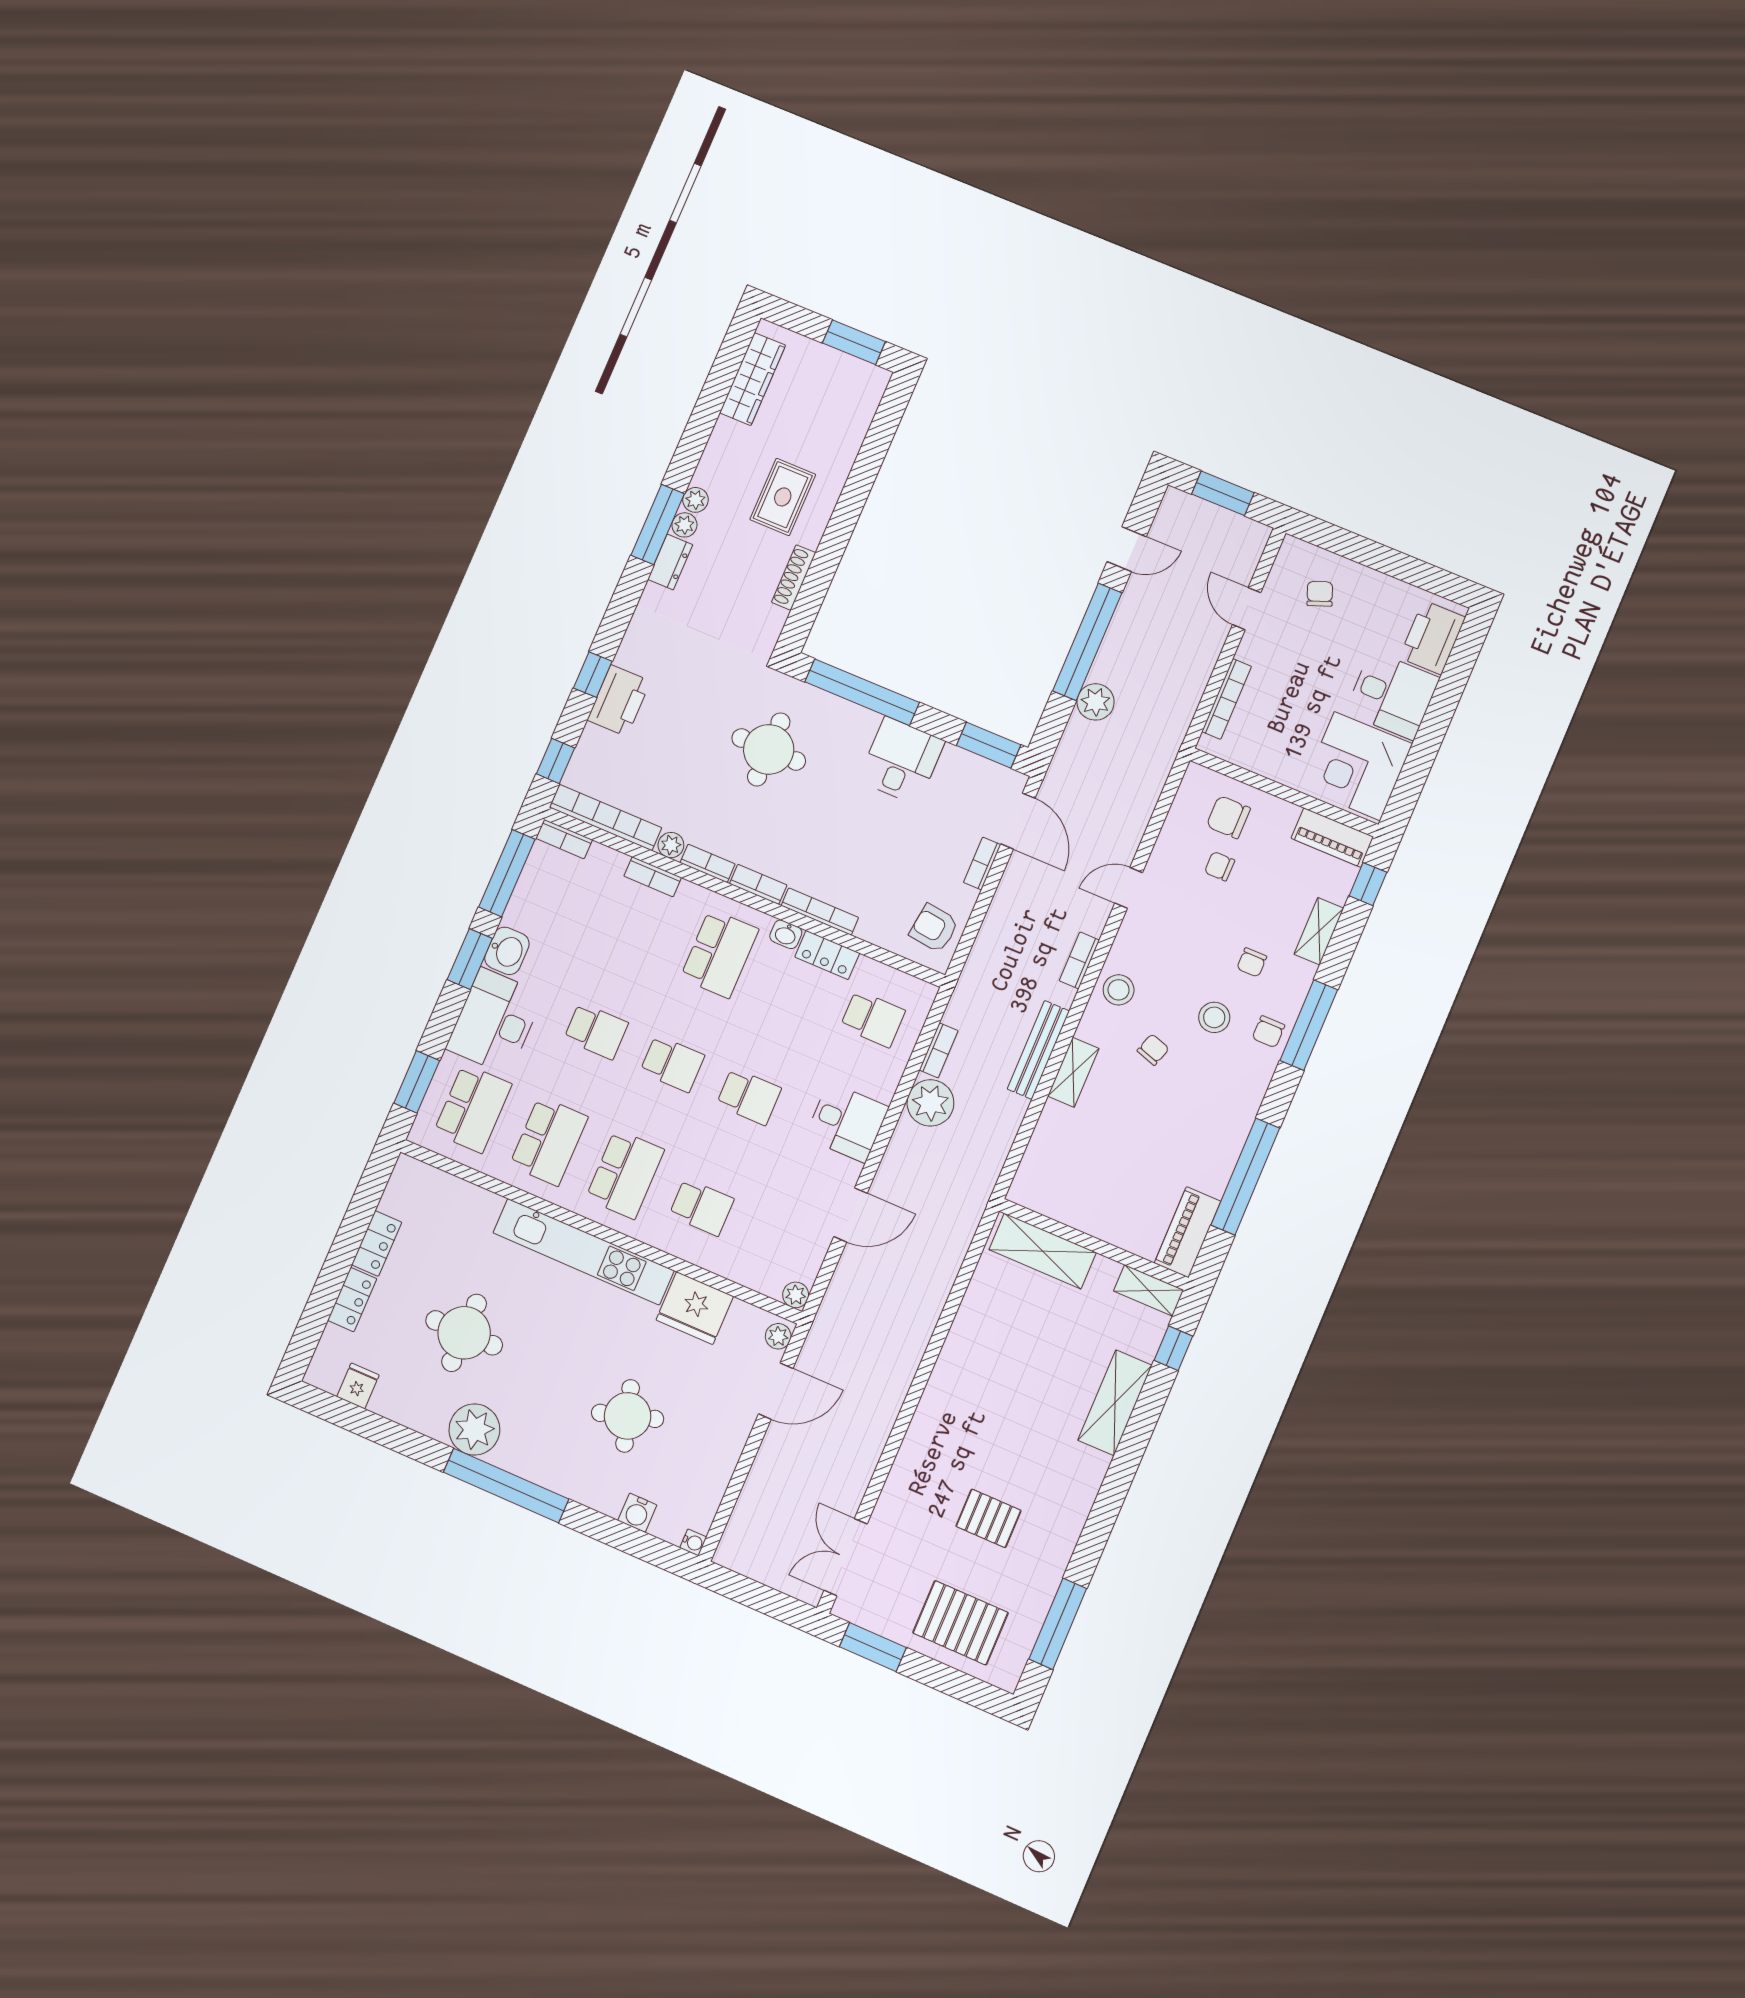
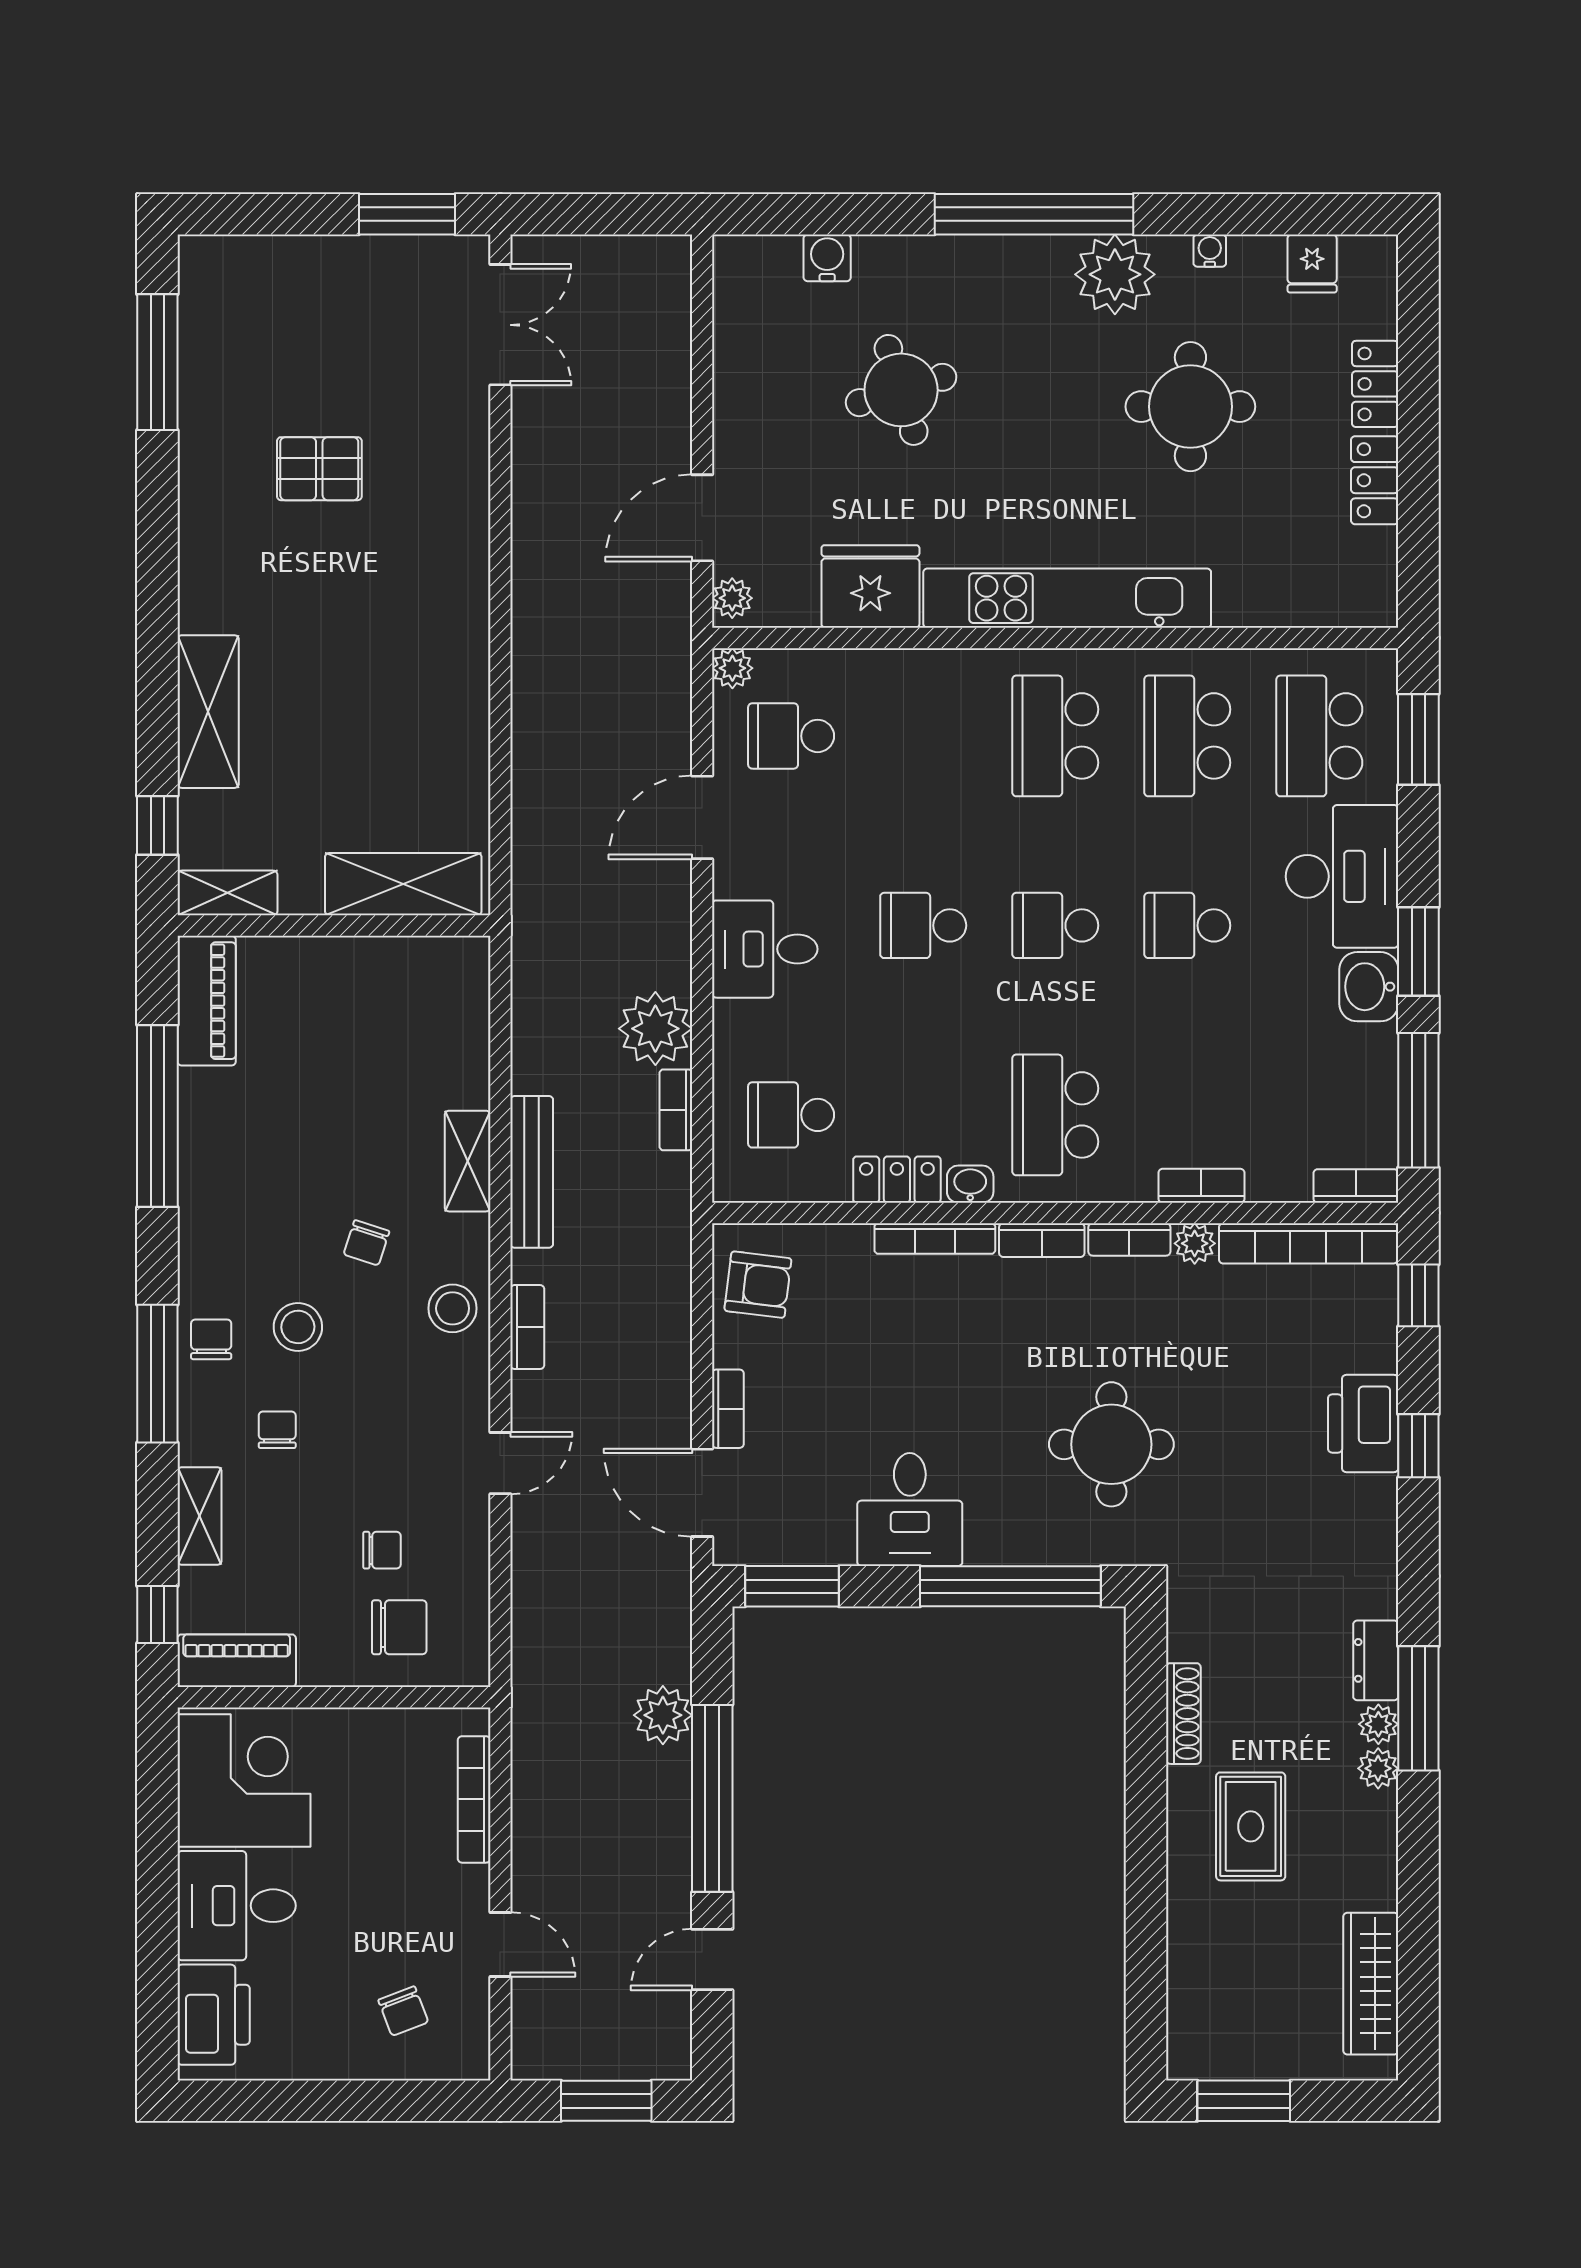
school desk: (701, 1207) -> (791, 736), moved
water cooler: (693, 1542) -> (1210, 251), moved, turned 90
pallet: (960, 1623) -> (297, 303), removed

